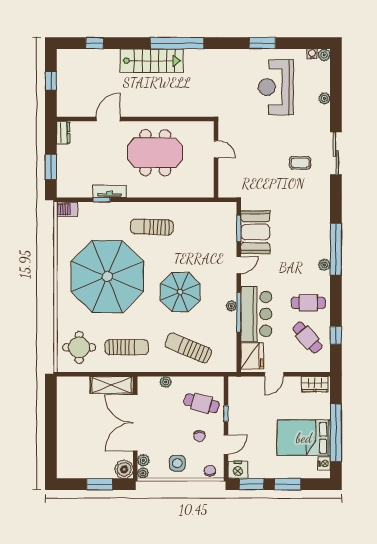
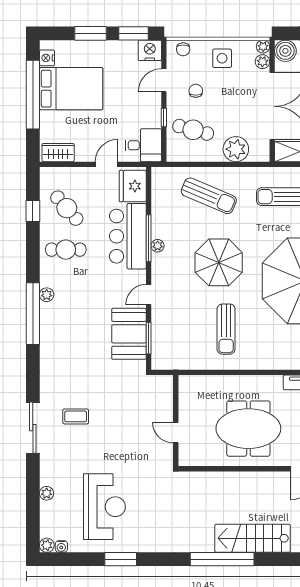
sun lounger: (152, 227) -> (226, 329), moved, turned 88
plant: (166, 382) -> (236, 149), width x1.87, depth x1.87
desk: (243, 390) -> (143, 145), added

